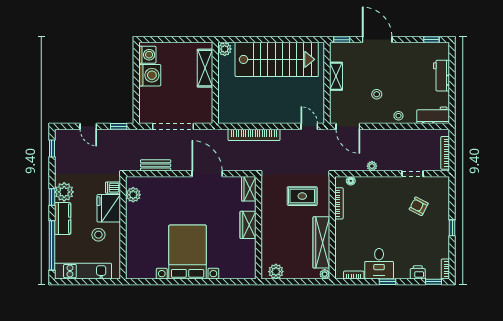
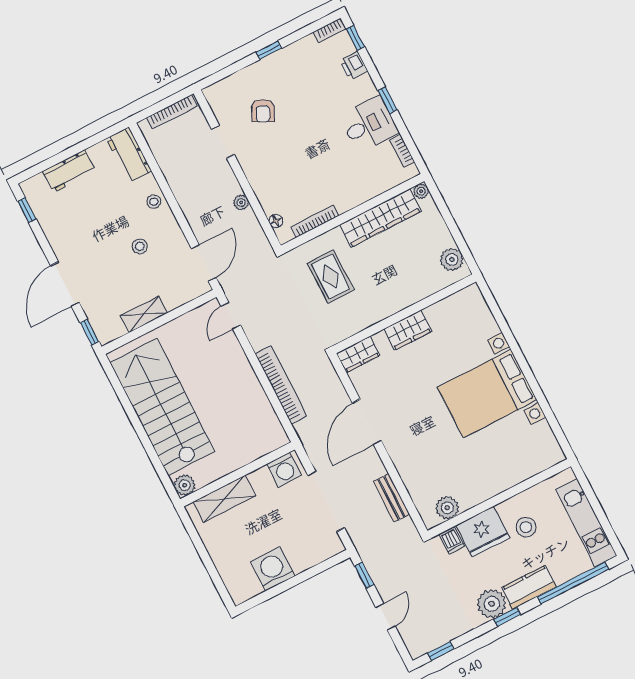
washing machine: (147, 55) -> (284, 470), moved, turned 180

